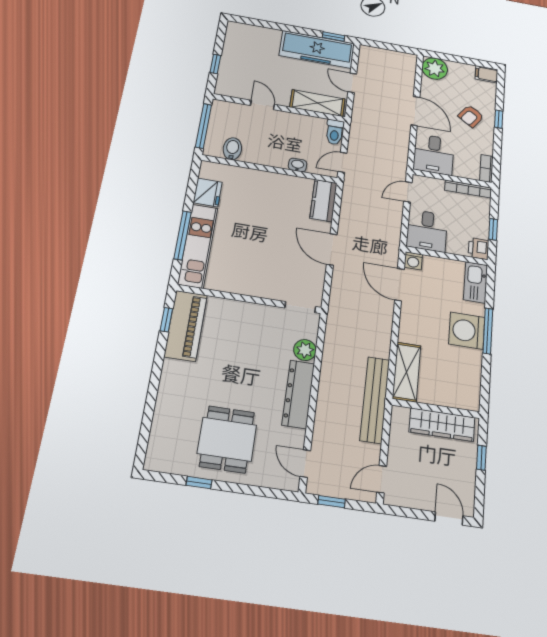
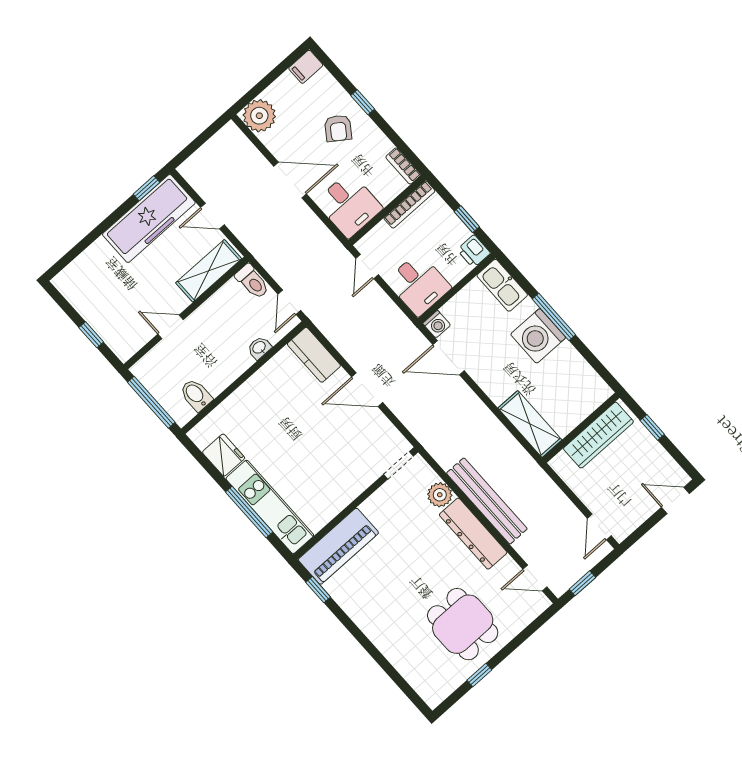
piano: (186, 326) -> (338, 546), moved, turned 90
bench: (375, 400) -> (487, 501), moved

